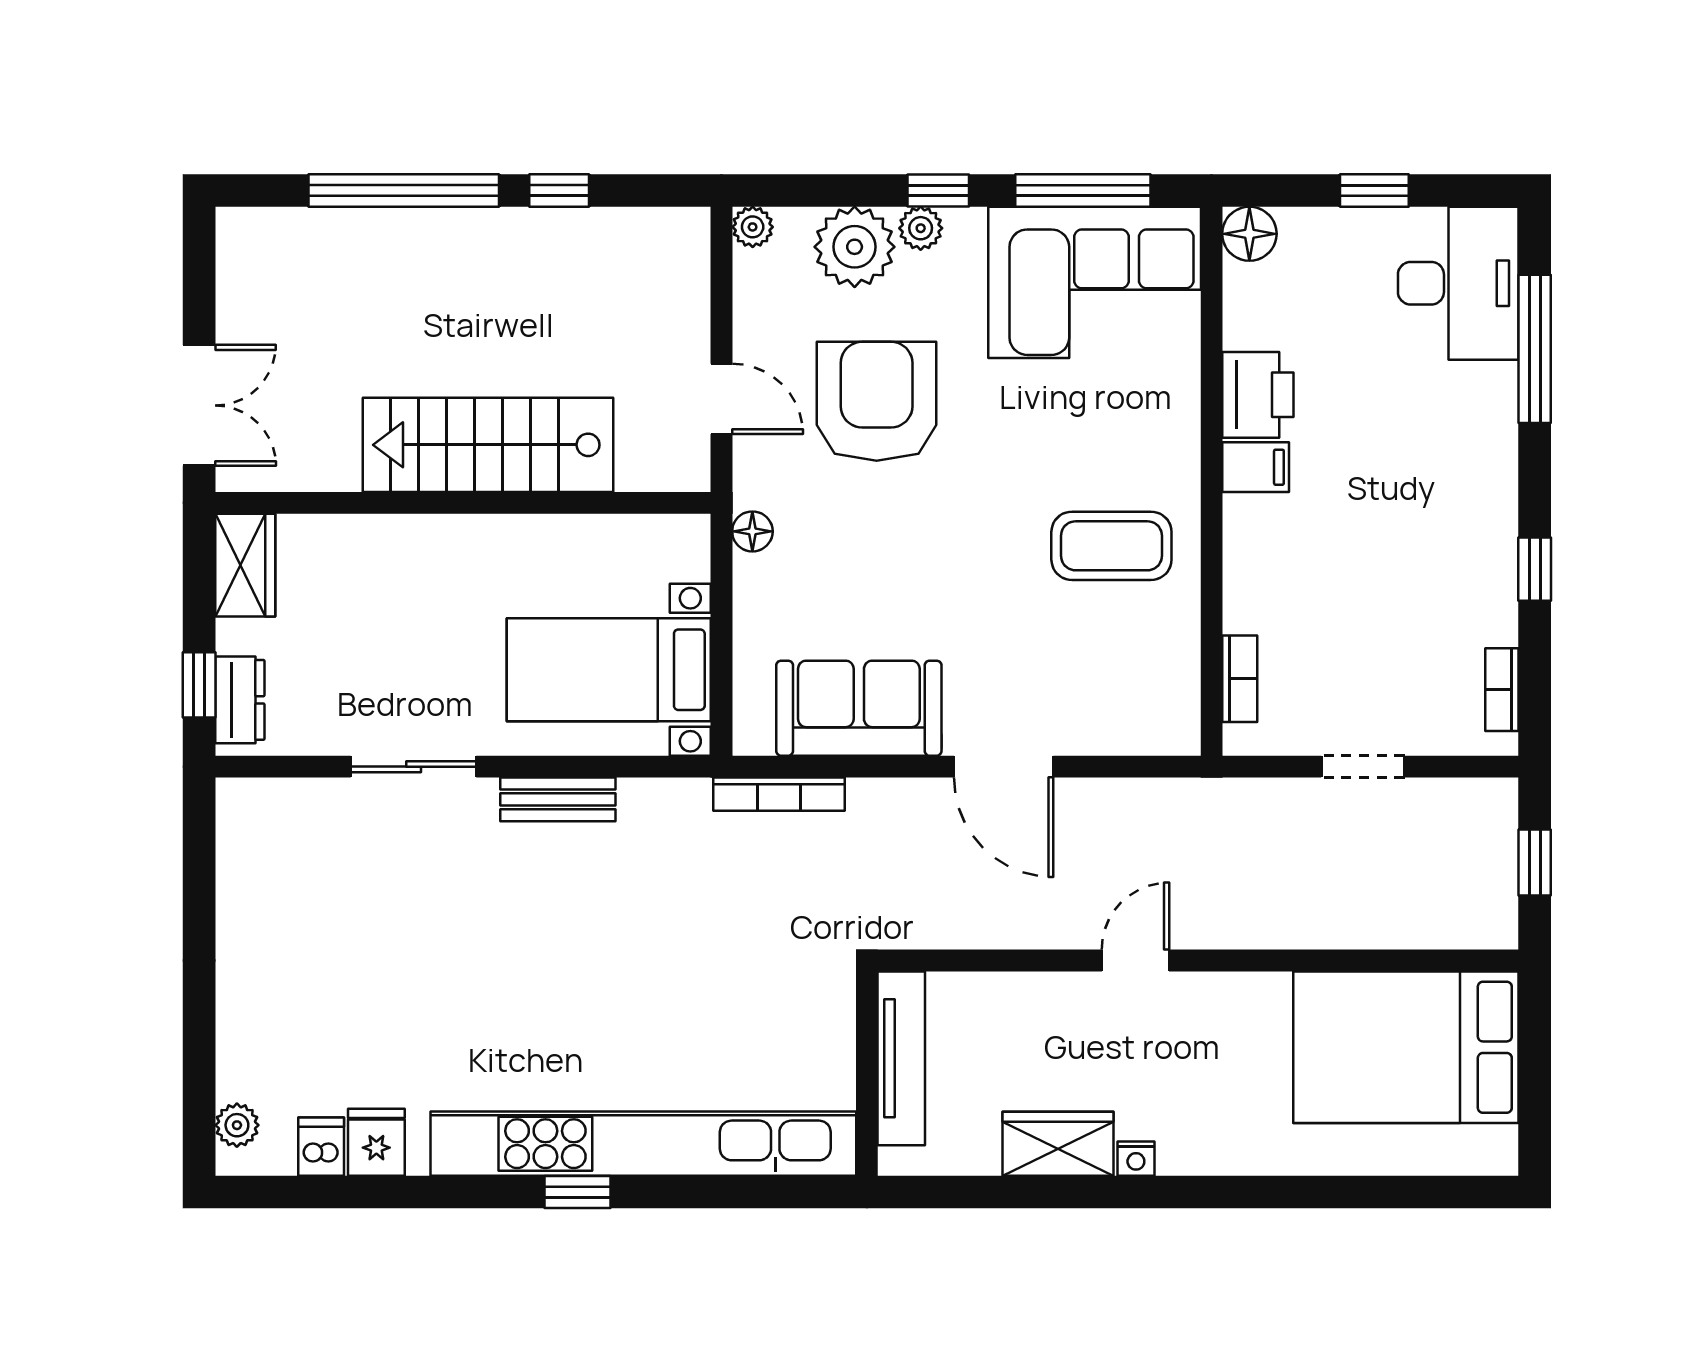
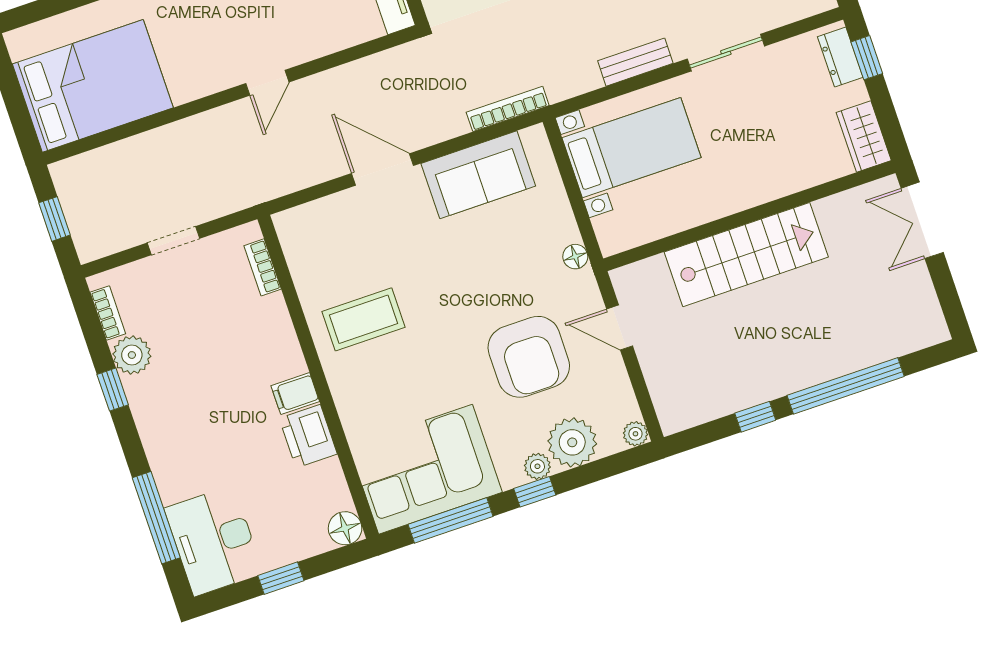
plant: (1487, 612) -> (132, 355), added

